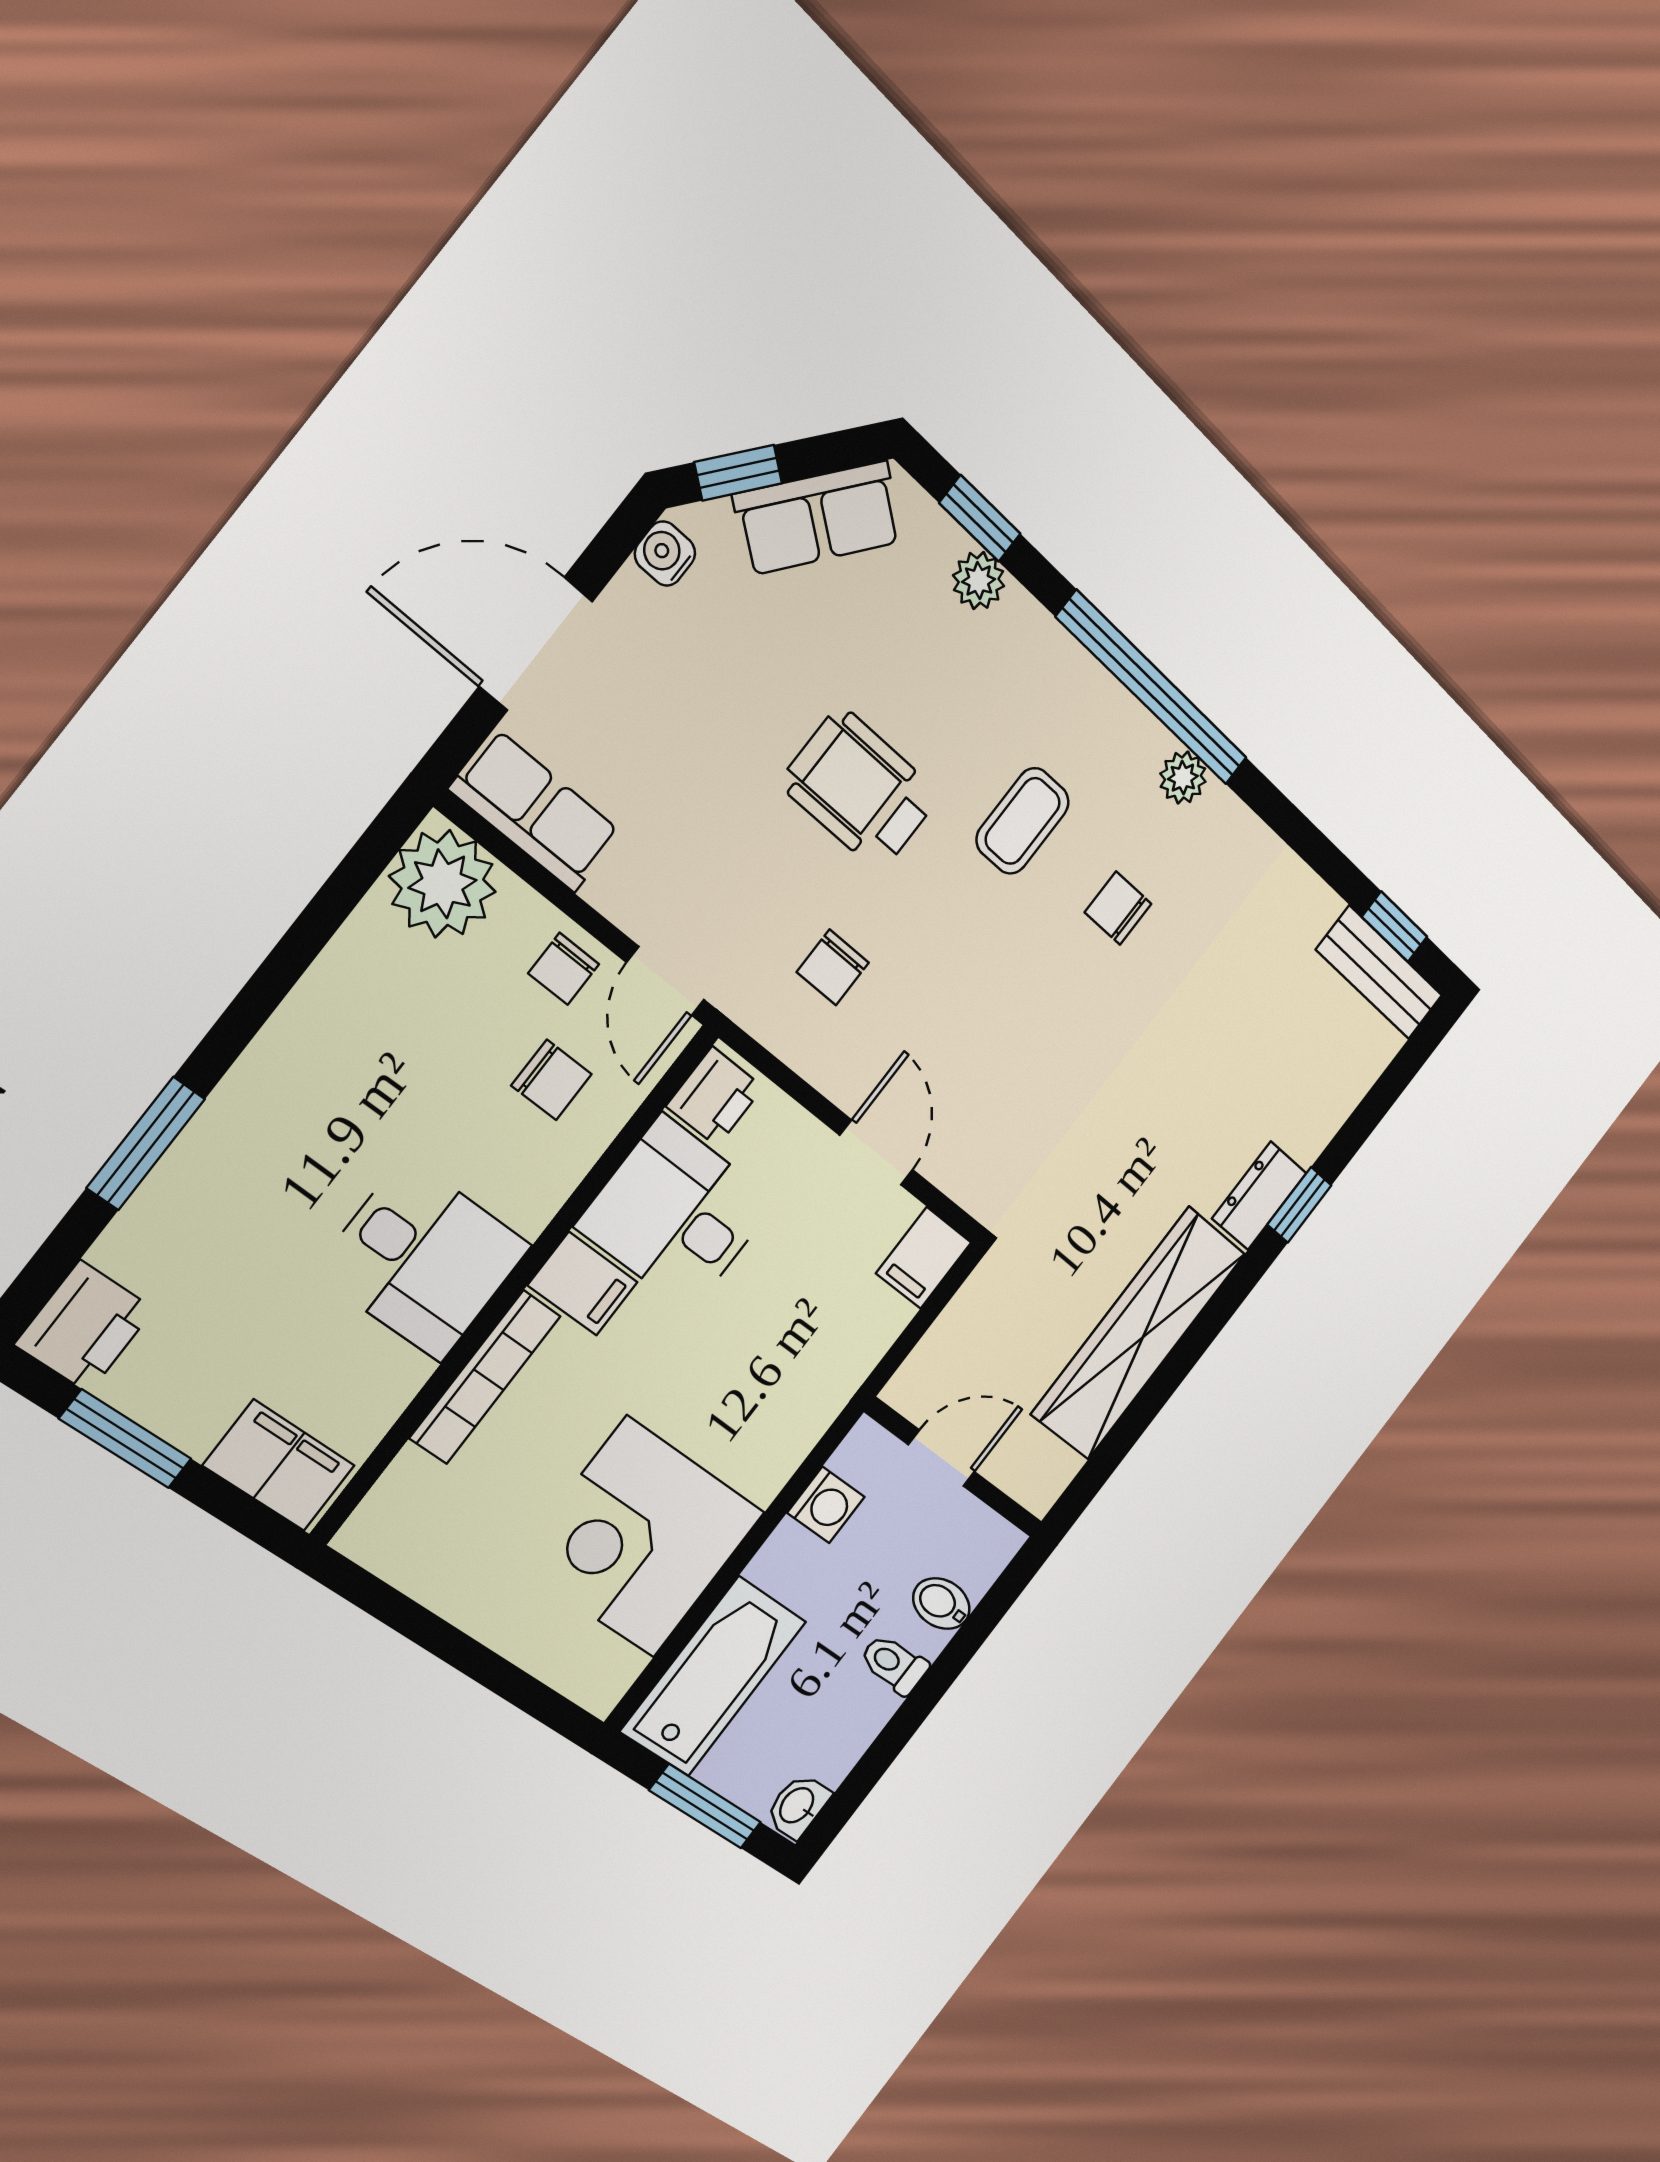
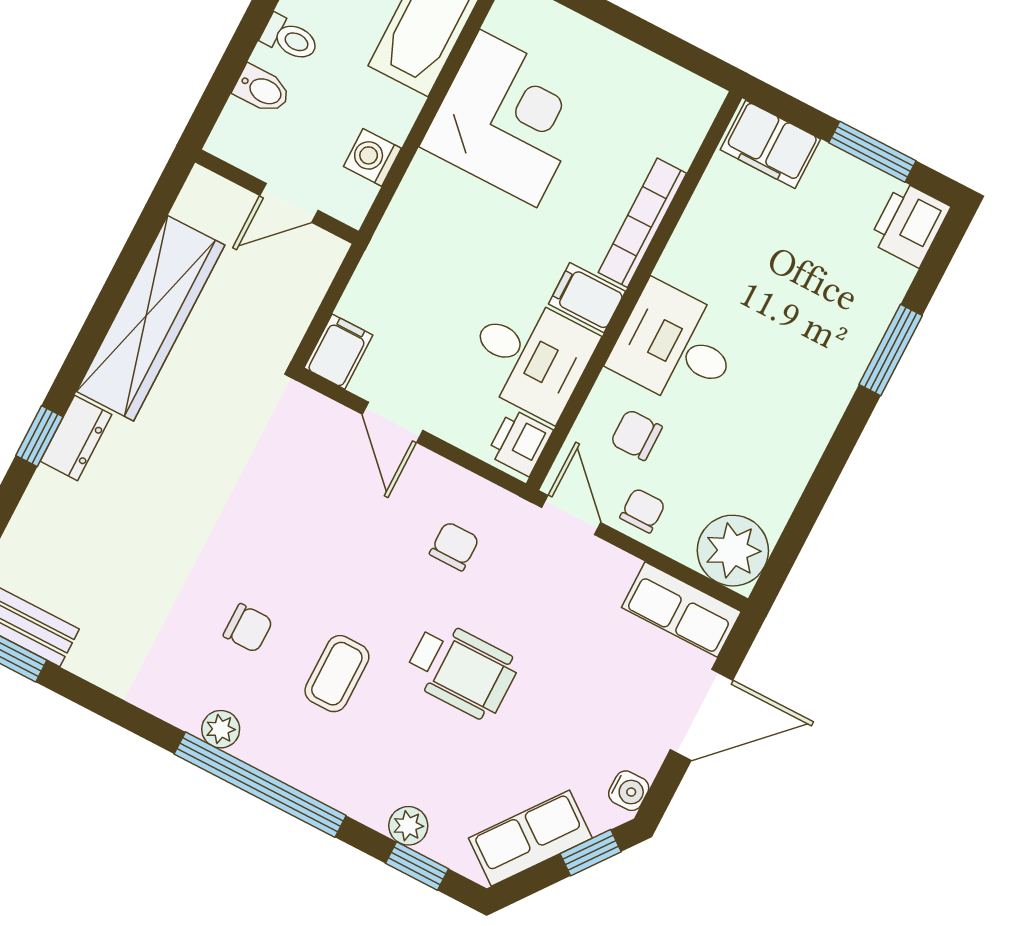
desk: (423, 1259) -> (676, 346), moved

